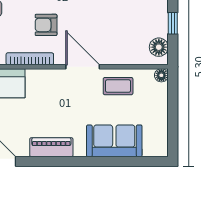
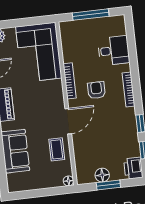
window: (173, 23) -> (108, 185), width x1.50
floor lamp: (159, 47) -> (102, 175), moved

